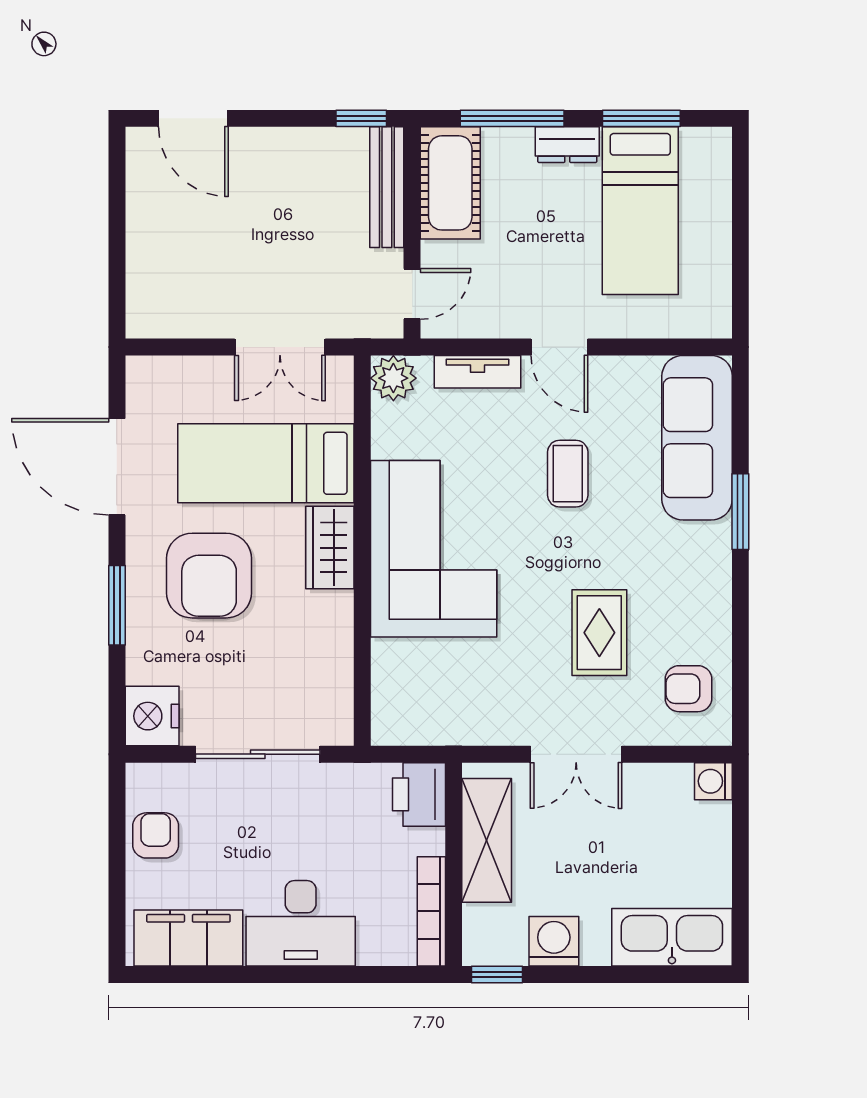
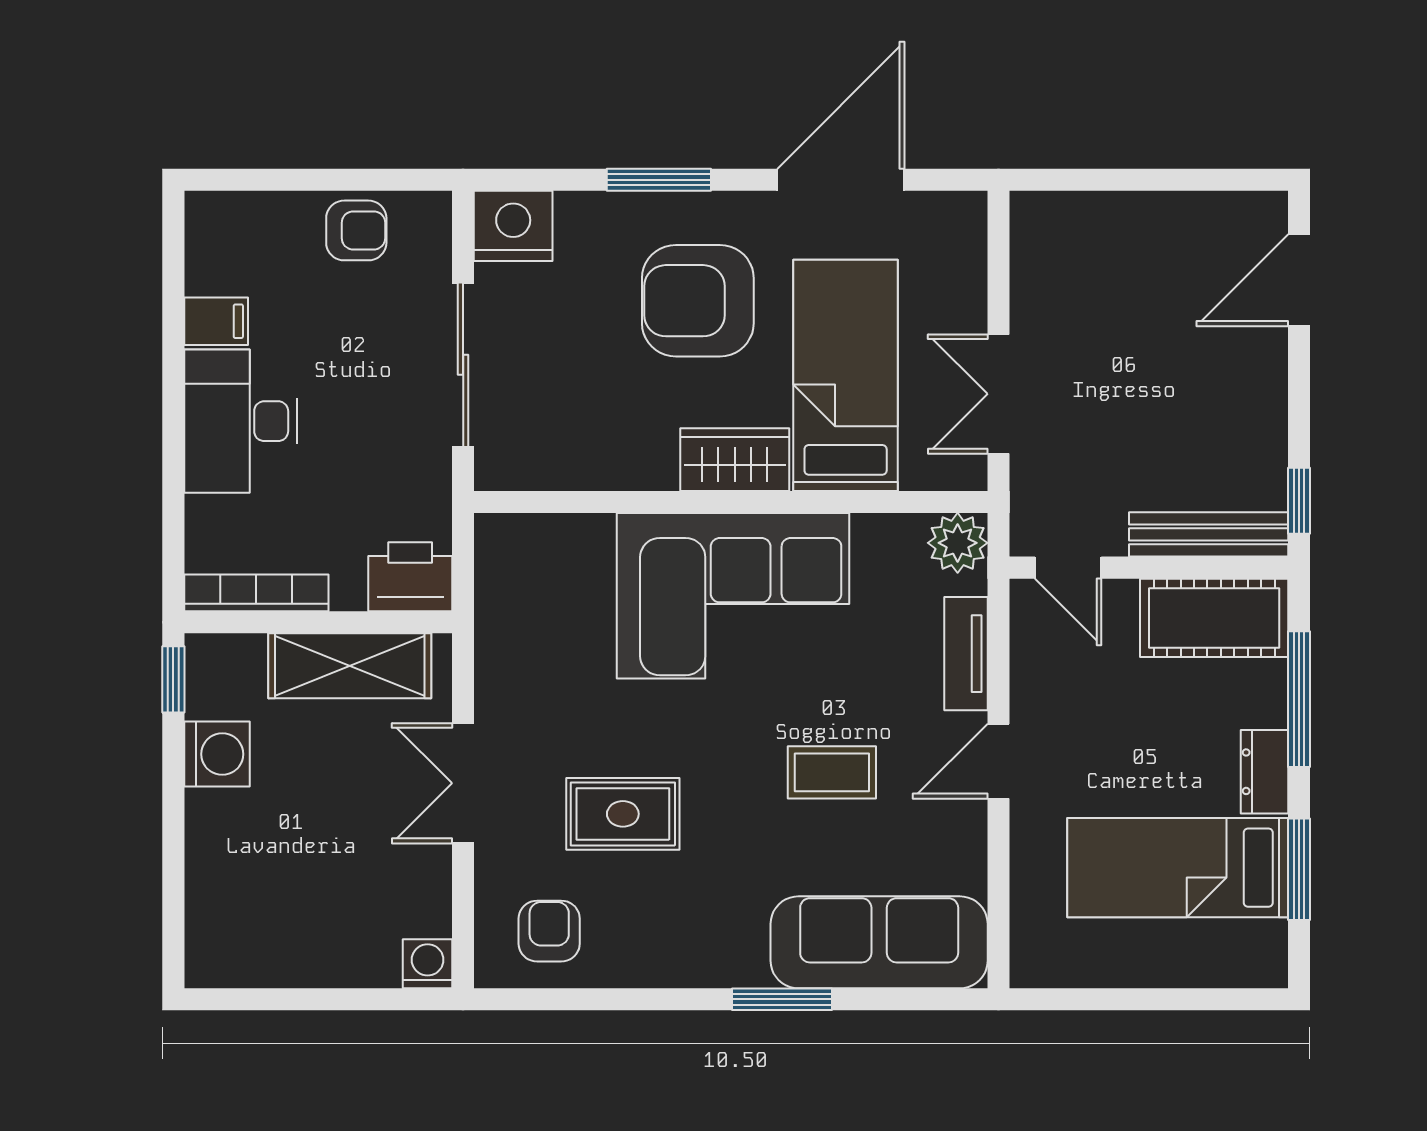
kitchen sink: (672, 937) -> (222, 909), removed
filing cabinet: (188, 938) -> (216, 321), width x0.33, depth x0.86

